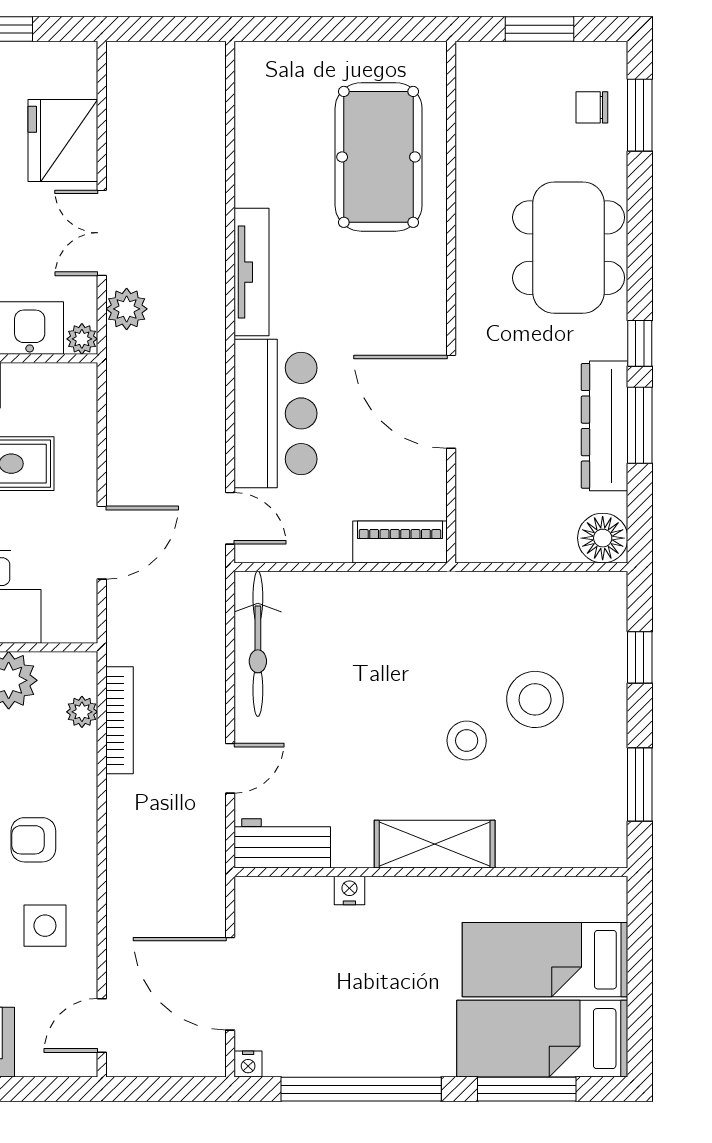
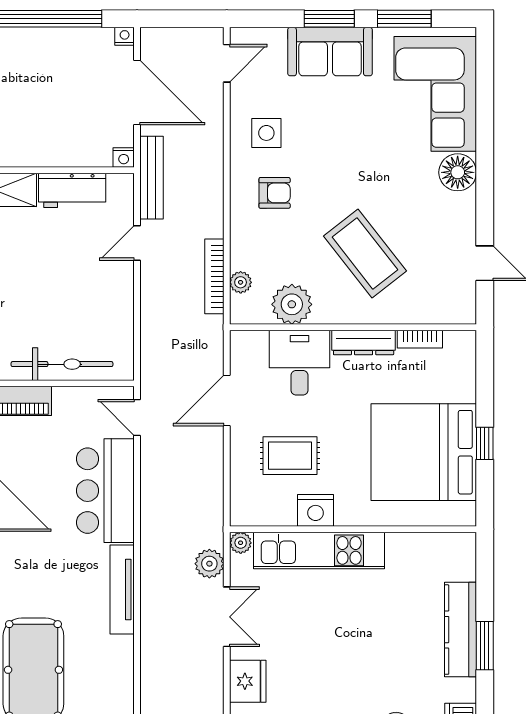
fridge: (63, 141) -> (248, 681), width x0.73, depth x0.75
bicycle: (258, 644) -> (62, 364), moved, turned 90
workbench: (282, 843) -> (72, 190), moved
bench: (210, 862) -> (151, 178), added
nightstand: (349, 891) -> (124, 157), moved

